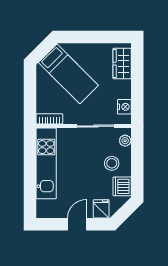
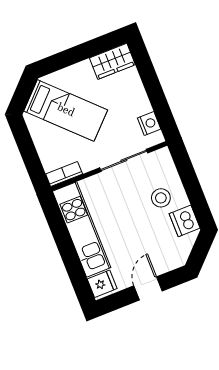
wardrobe: (122, 64) -> (112, 61), moved, turned -90
plant: (125, 141) -> (166, 164), removed
fridge: (101, 209) -> (102, 284), moved, turned 90

